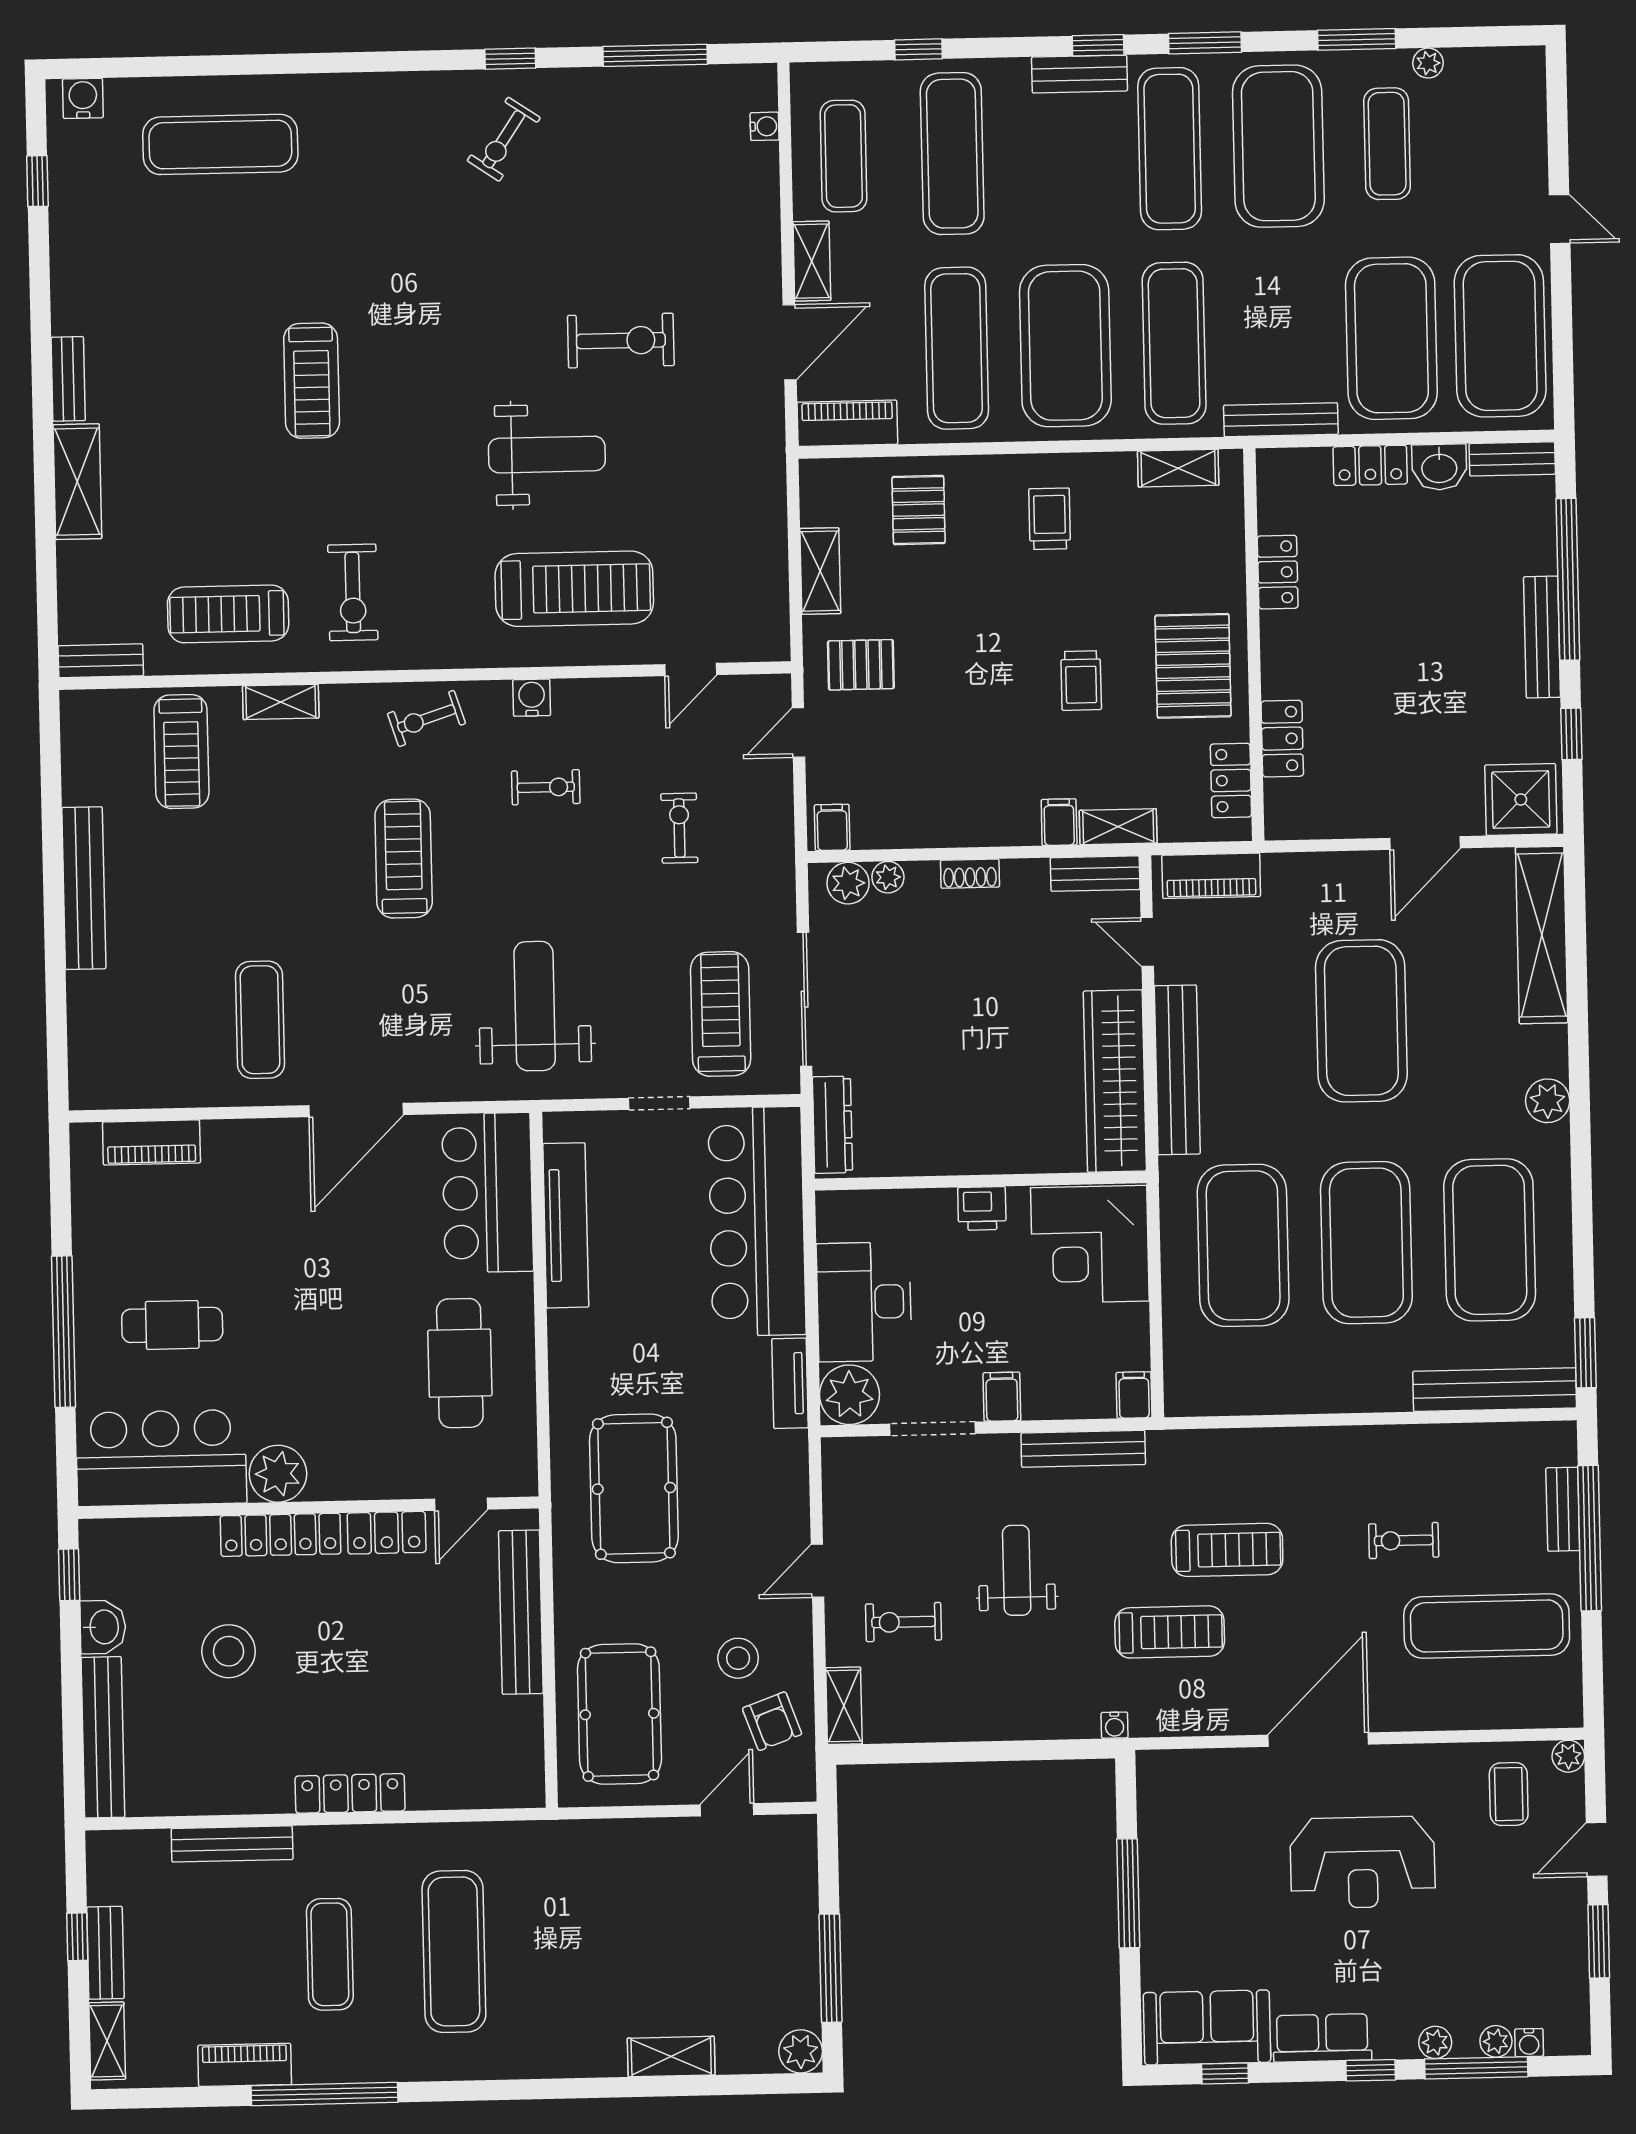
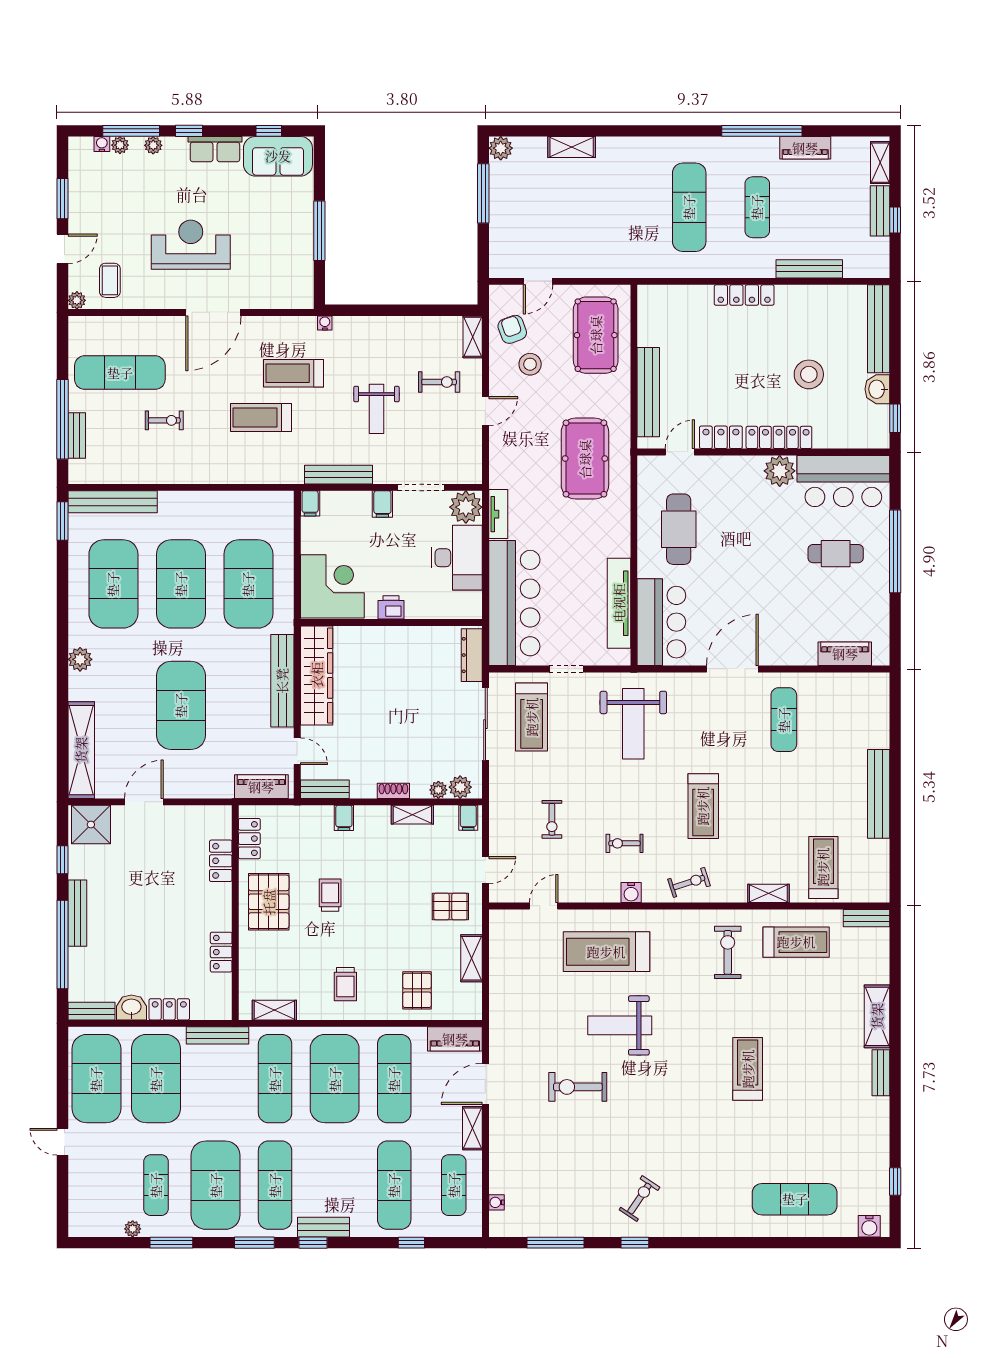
shelving: (1118, 827) -> (412, 815), moved

